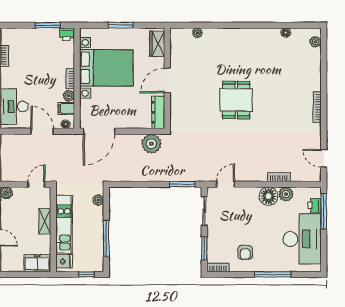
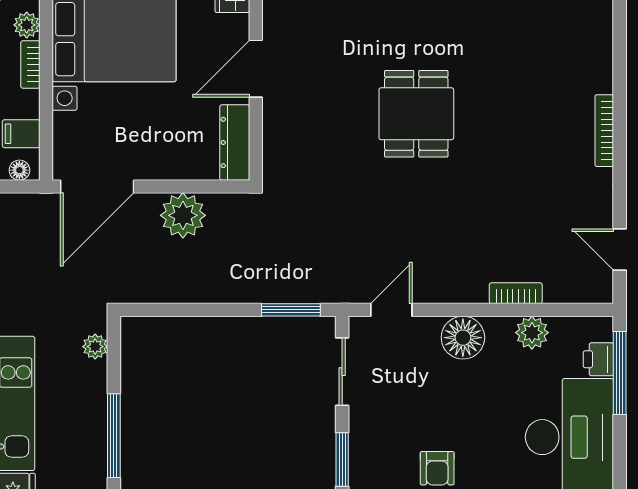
plant: (69, 96) -> (27, 25), moved
plant: (151, 144) -> (183, 215), moved
floor lamp: (268, 196) -> (463, 338), moved

